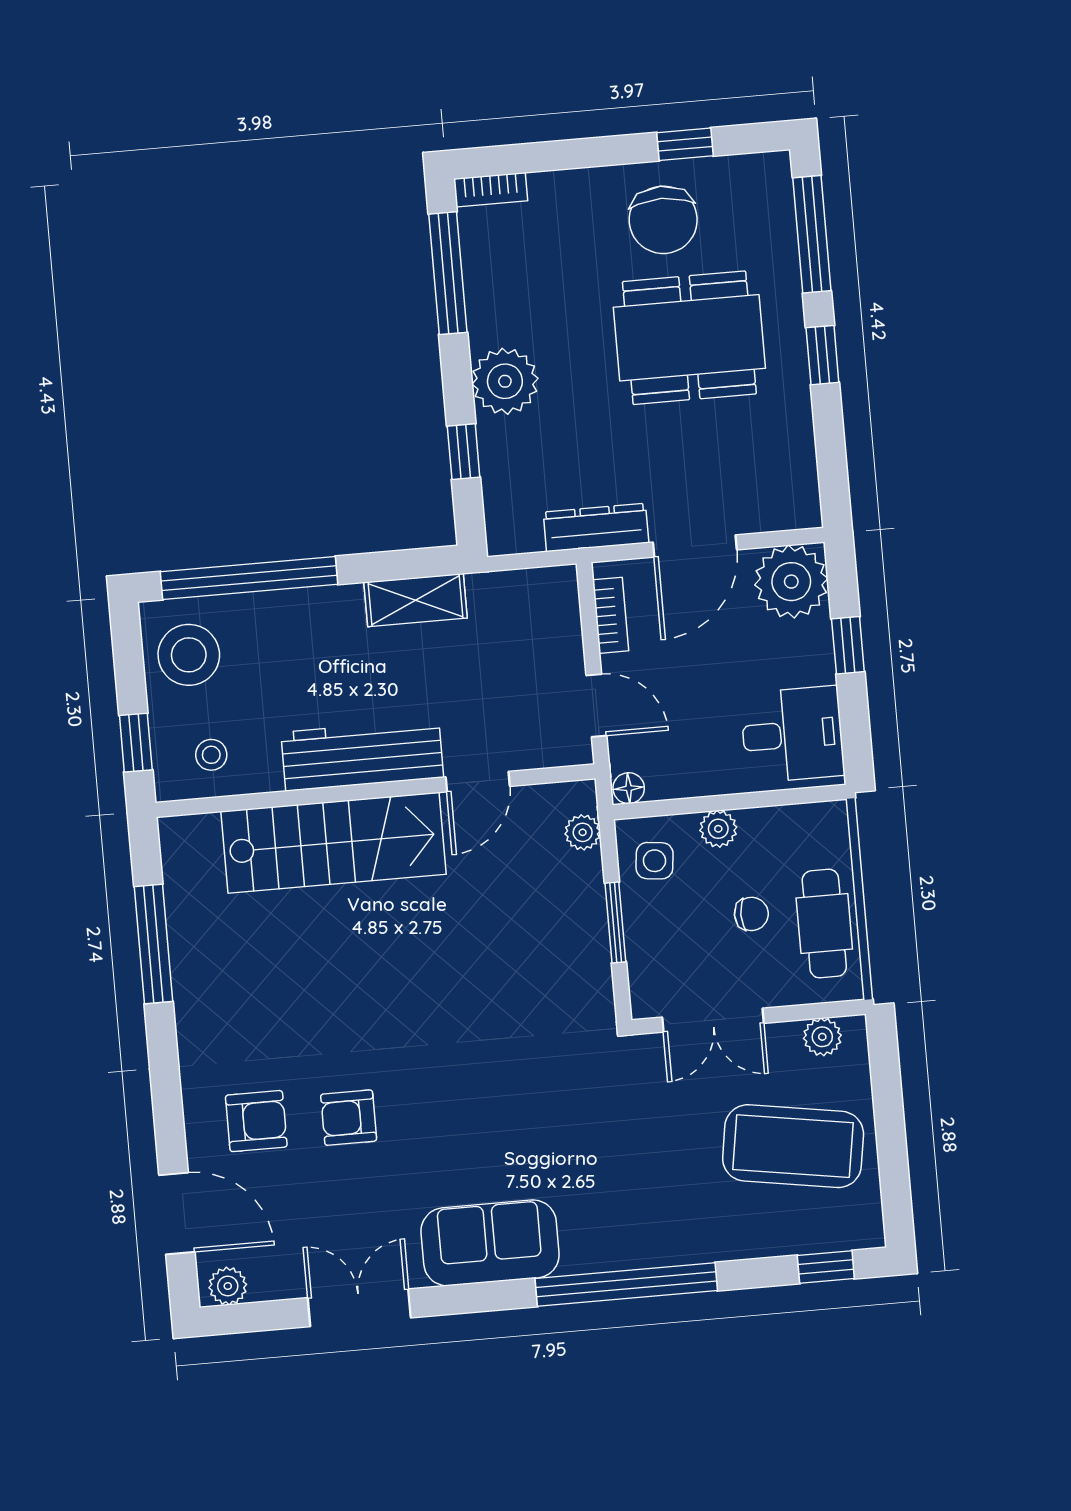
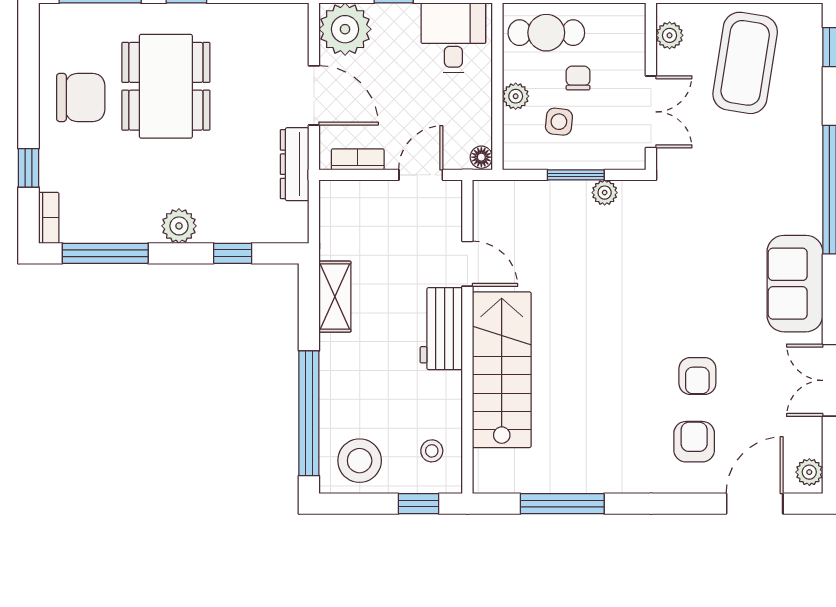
window: (685, 144) -> (28, 168), moved
plant: (505, 381) -> (179, 226), width x0.73, depth x0.73
workbench: (362, 755) -> (441, 329), width x0.73
plant: (583, 832) -> (605, 193), moved
side table: (655, 861) -> (559, 122), moved
cafe table: (824, 924) -> (546, 33), moved

